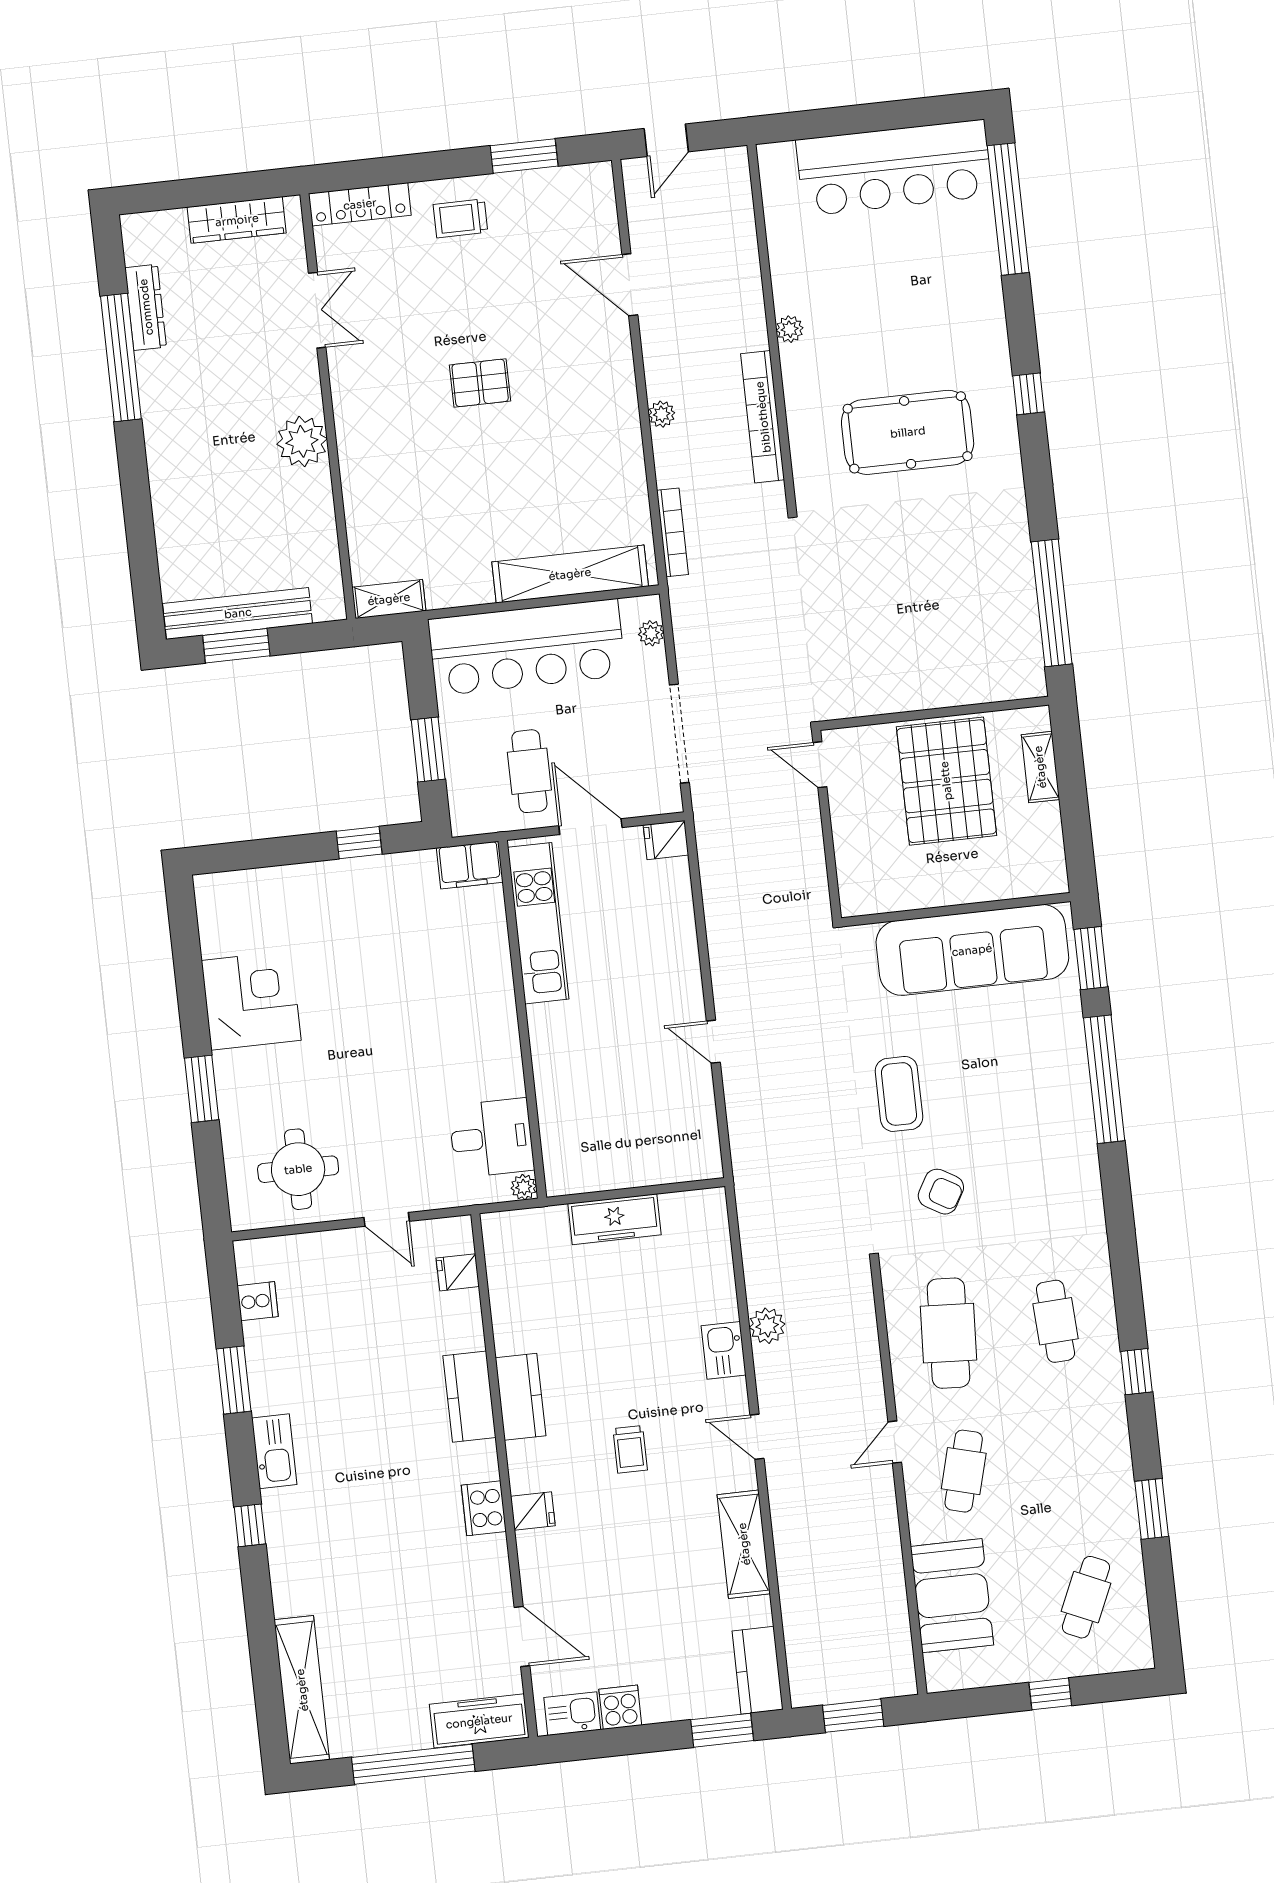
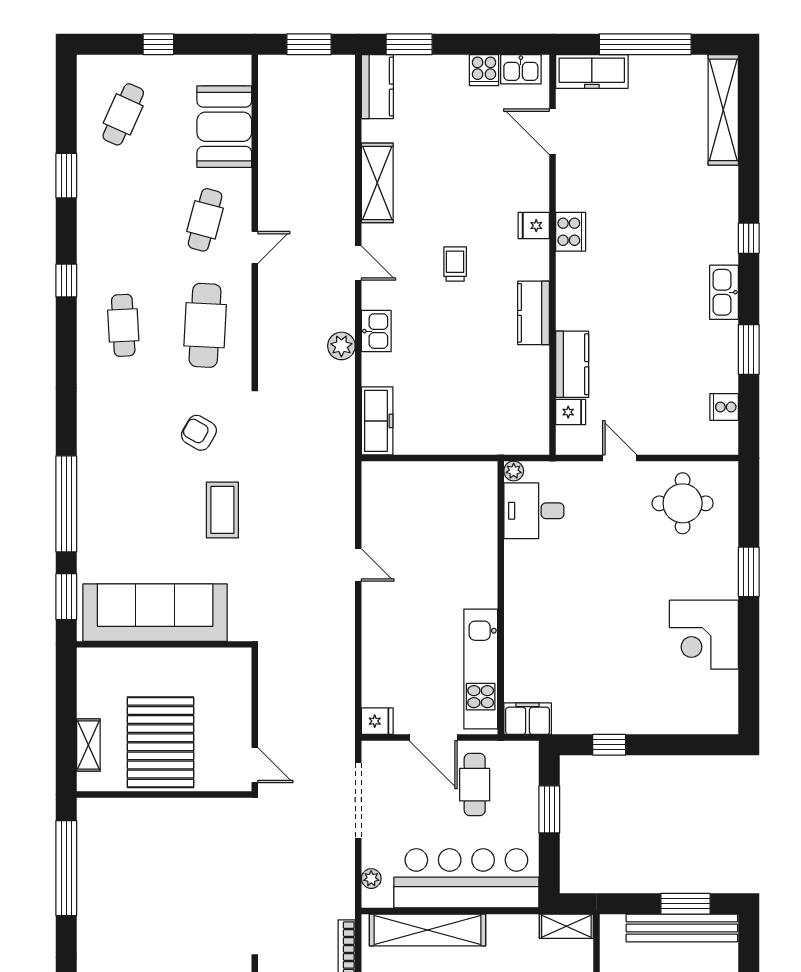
freezer: (614, 1219) -> (377, 421), moved, turned 90
kitchen counter: (469, 1397) -> (572, 364), moved

